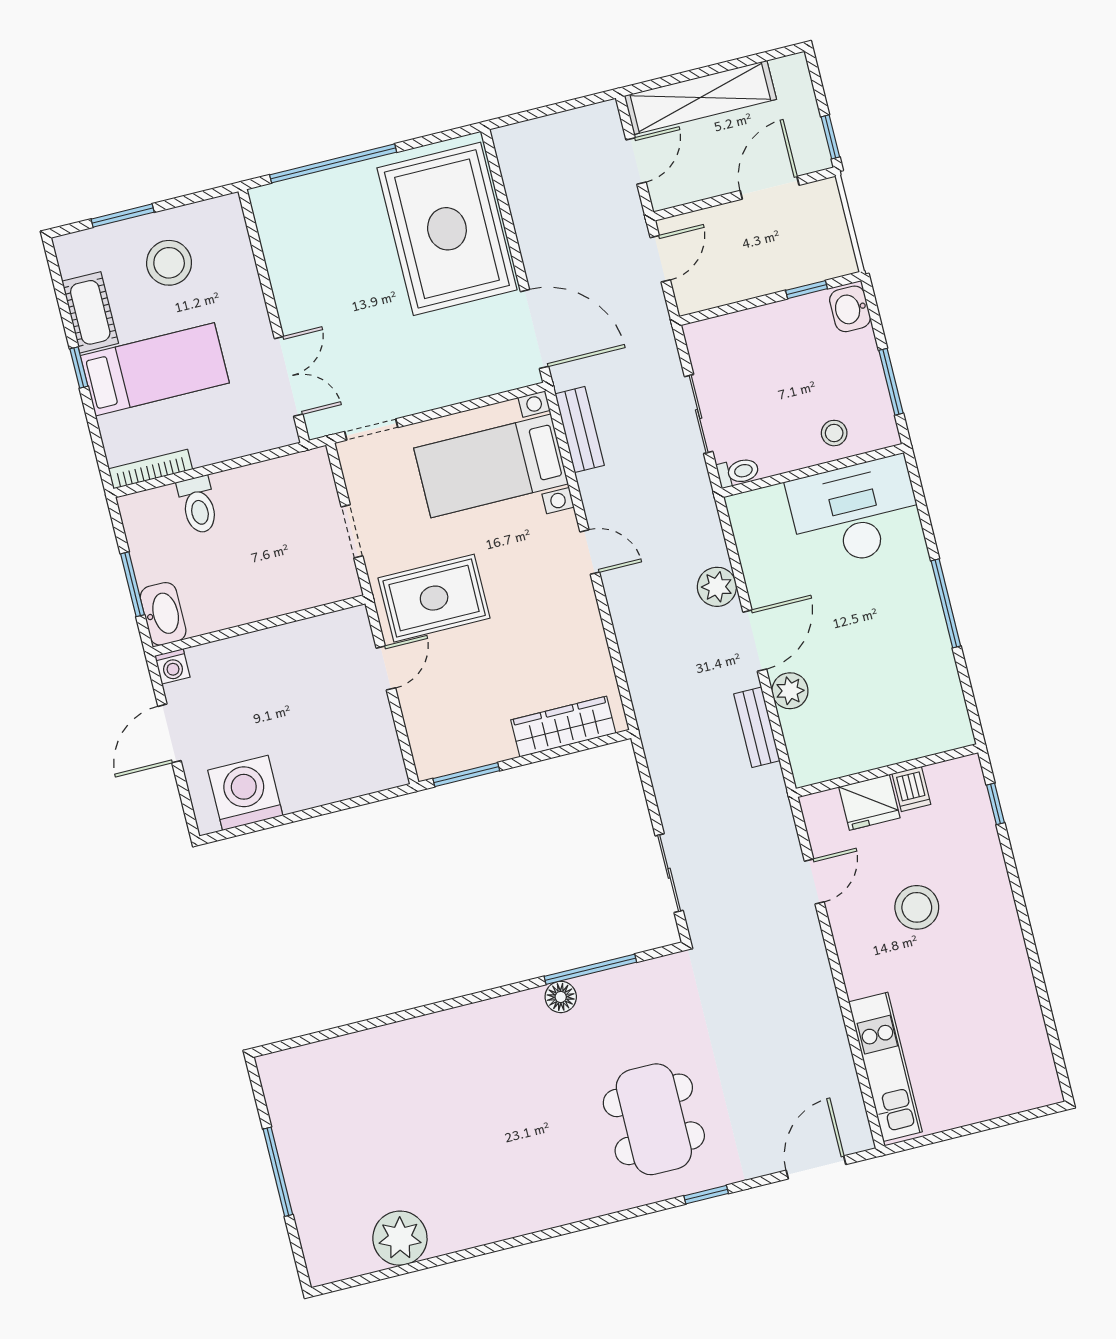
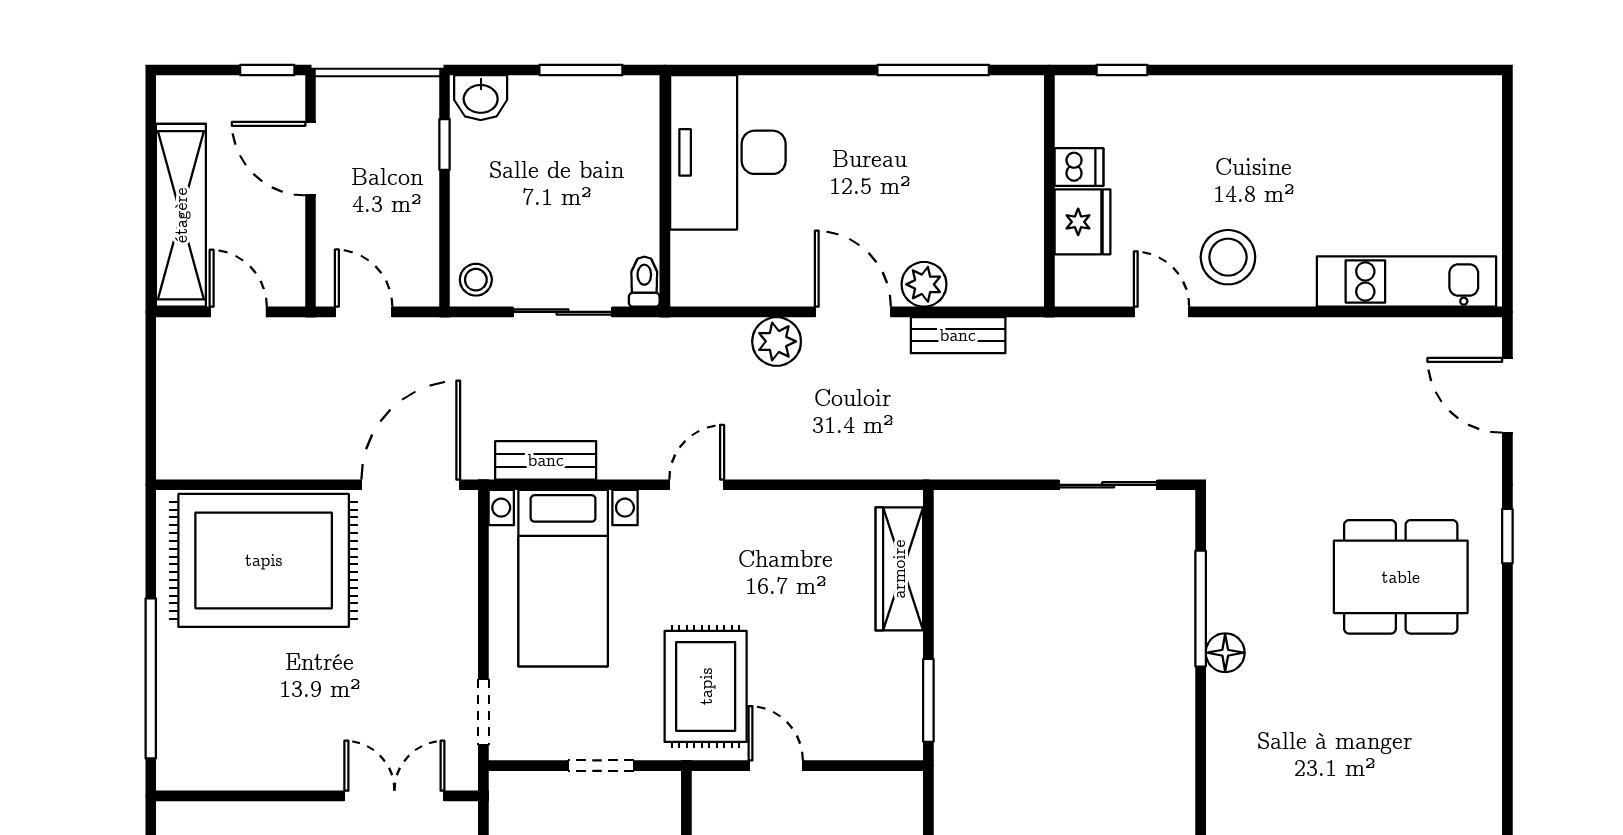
stool: (834, 433) -> (476, 280), moved
window: (946, 603) -> (933, 70), moved
stool: (917, 907) -> (1228, 257), moved

